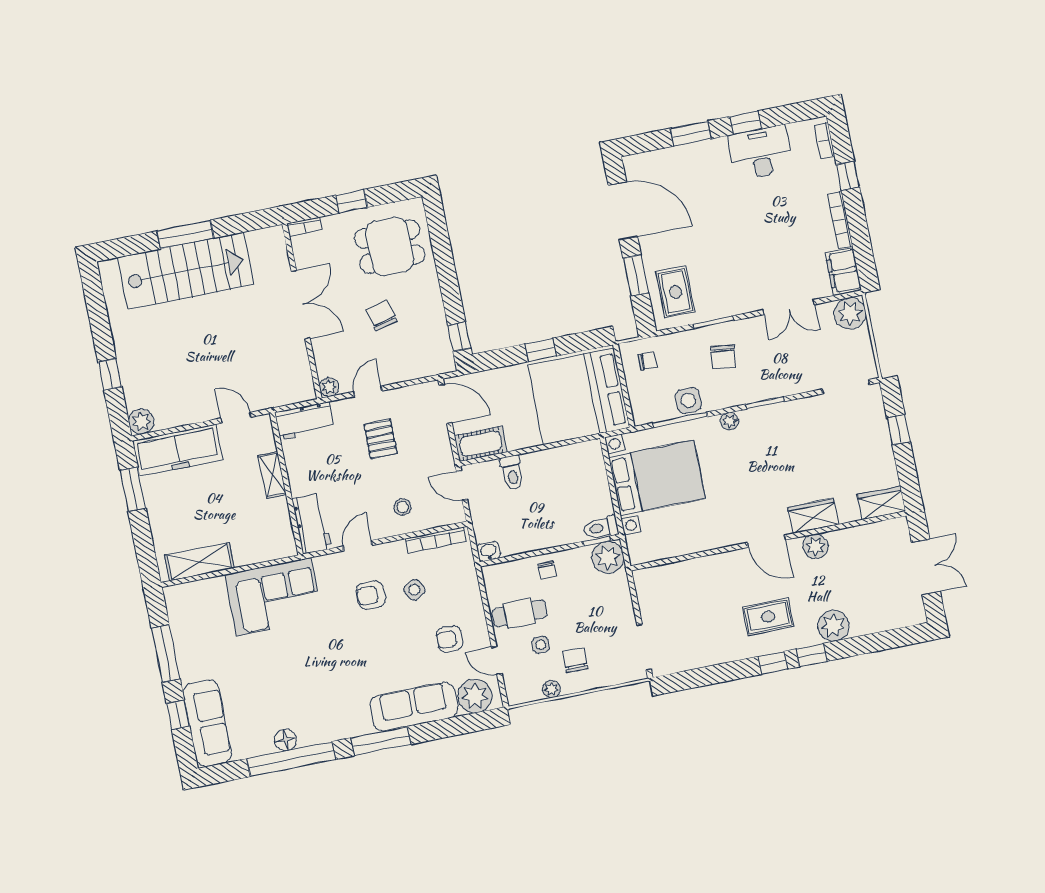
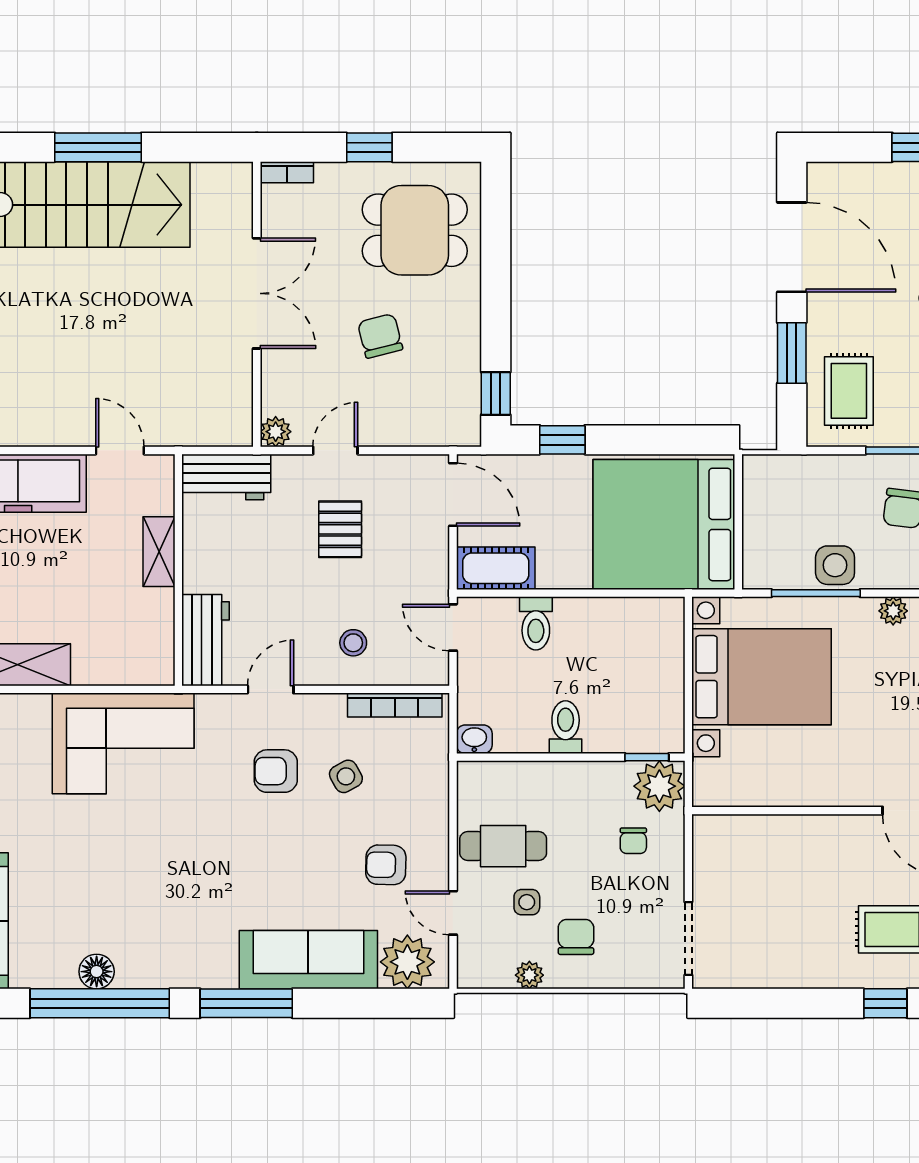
window: (541, 350) -> (562, 440), moved
chair: (648, 361) -> (783, 490), removed
toilet: (601, 528) -> (566, 727), moved, turned 90
chair: (547, 570) -> (633, 841), moved

